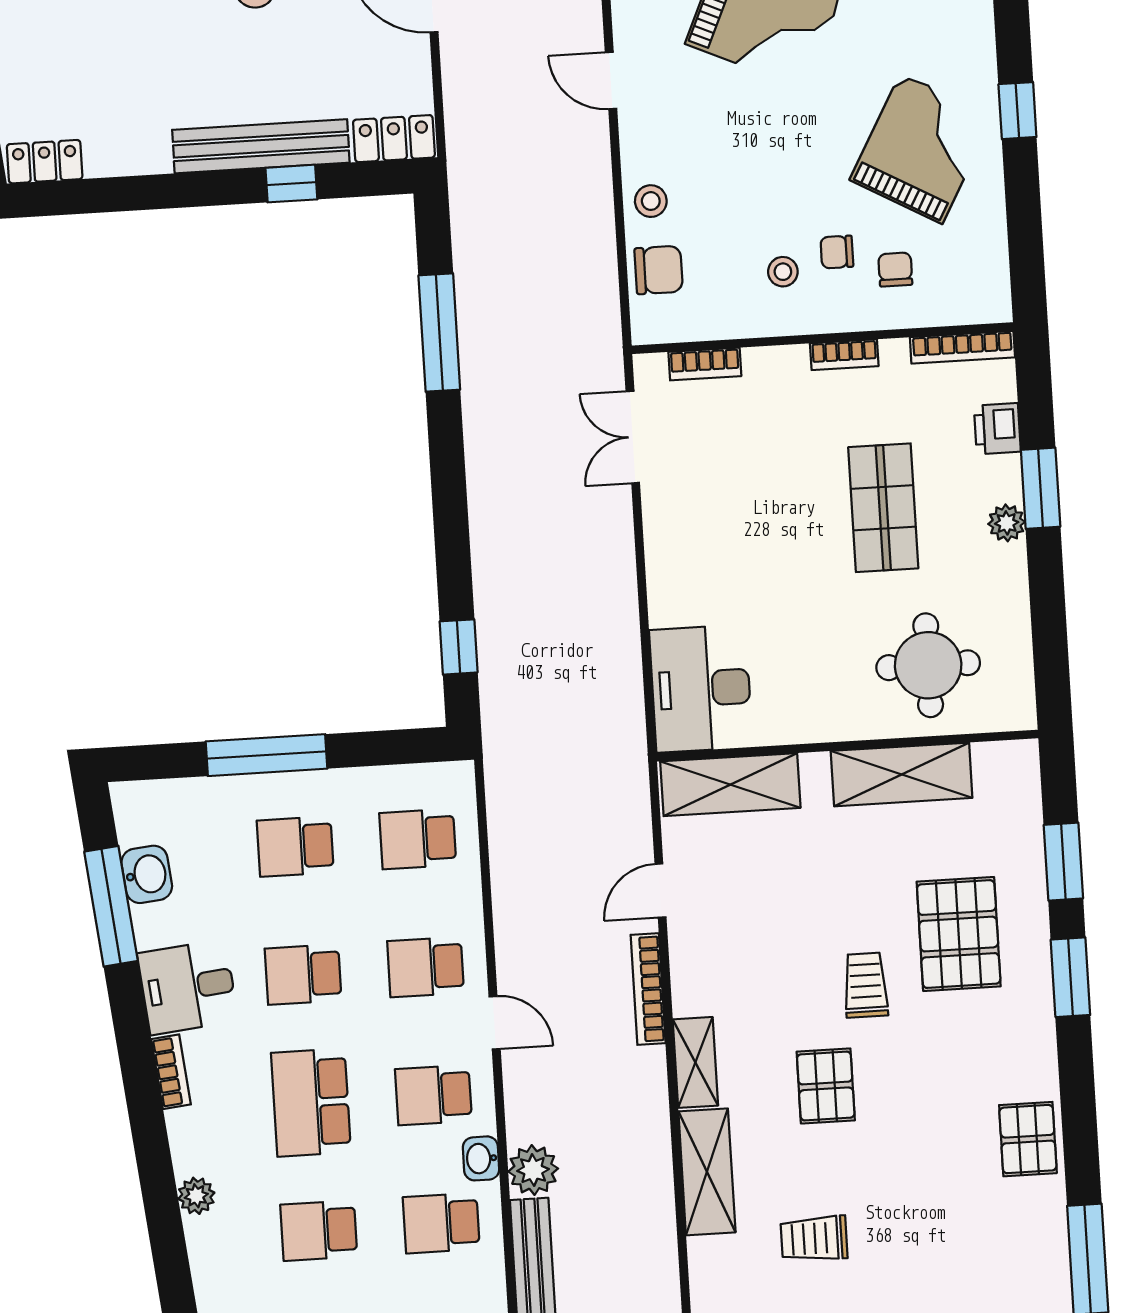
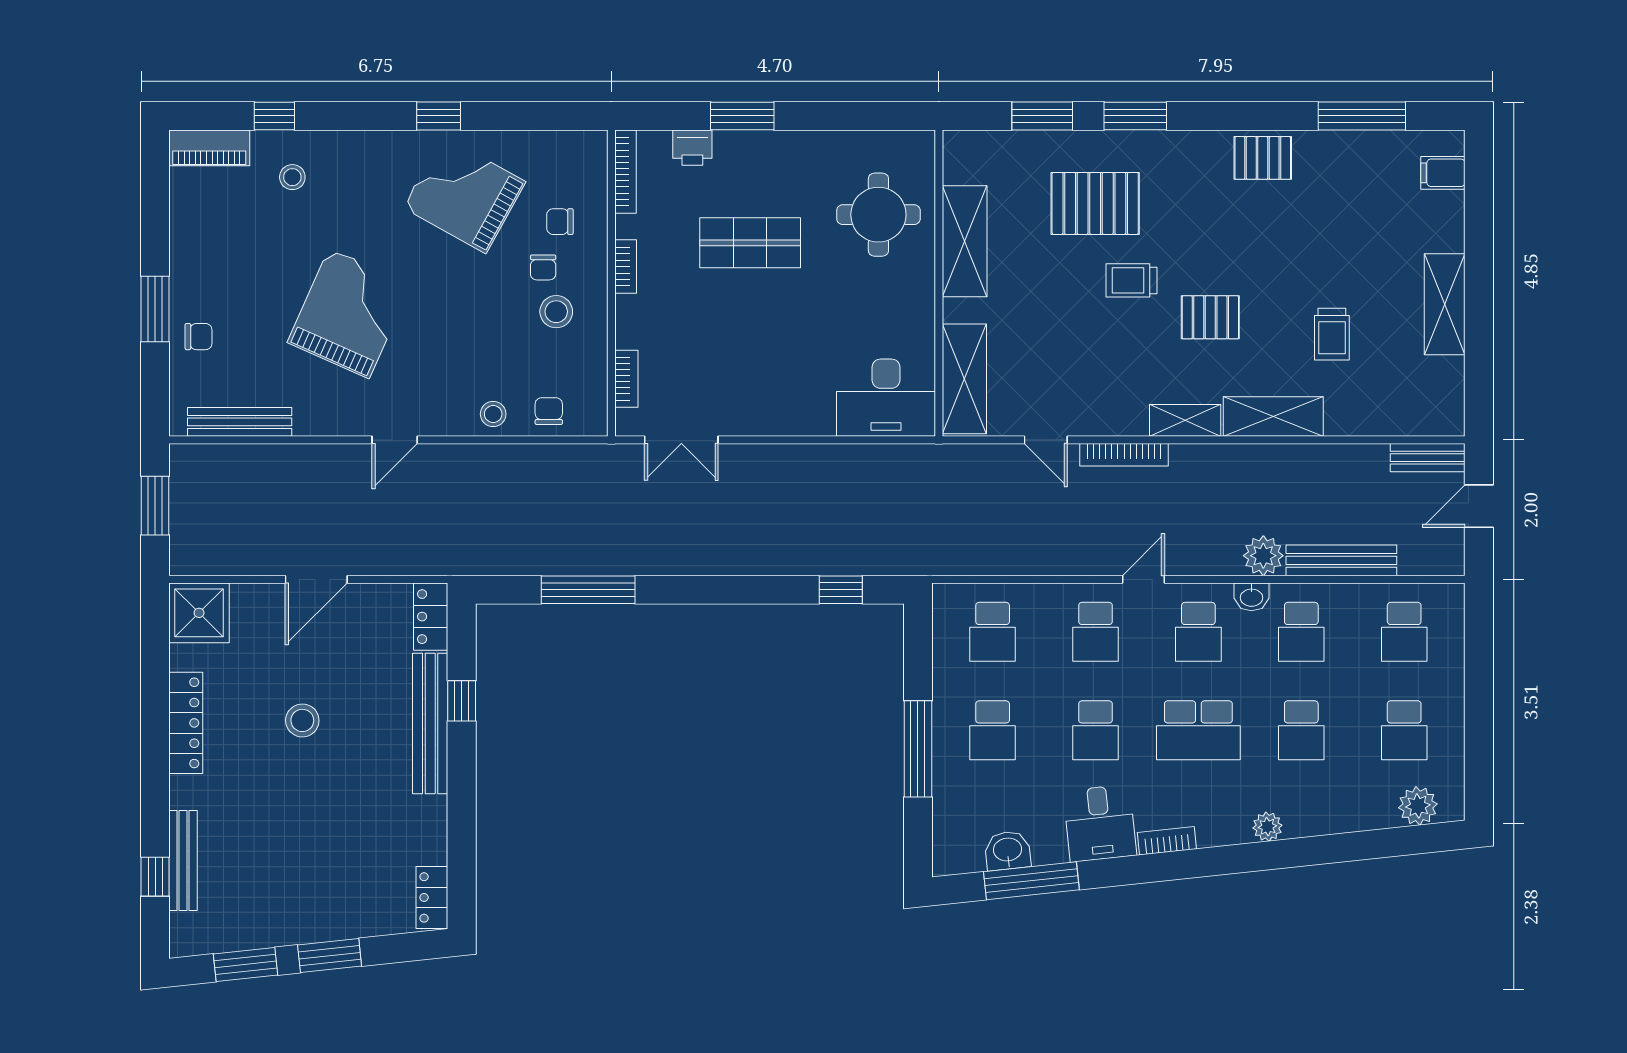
chair: (659, 270) -> (549, 411), width x0.73, depth x0.73
stool: (783, 272) -> (556, 312), width x1.37, depth x1.37
plant: (1007, 523) -> (768, 145), removed

